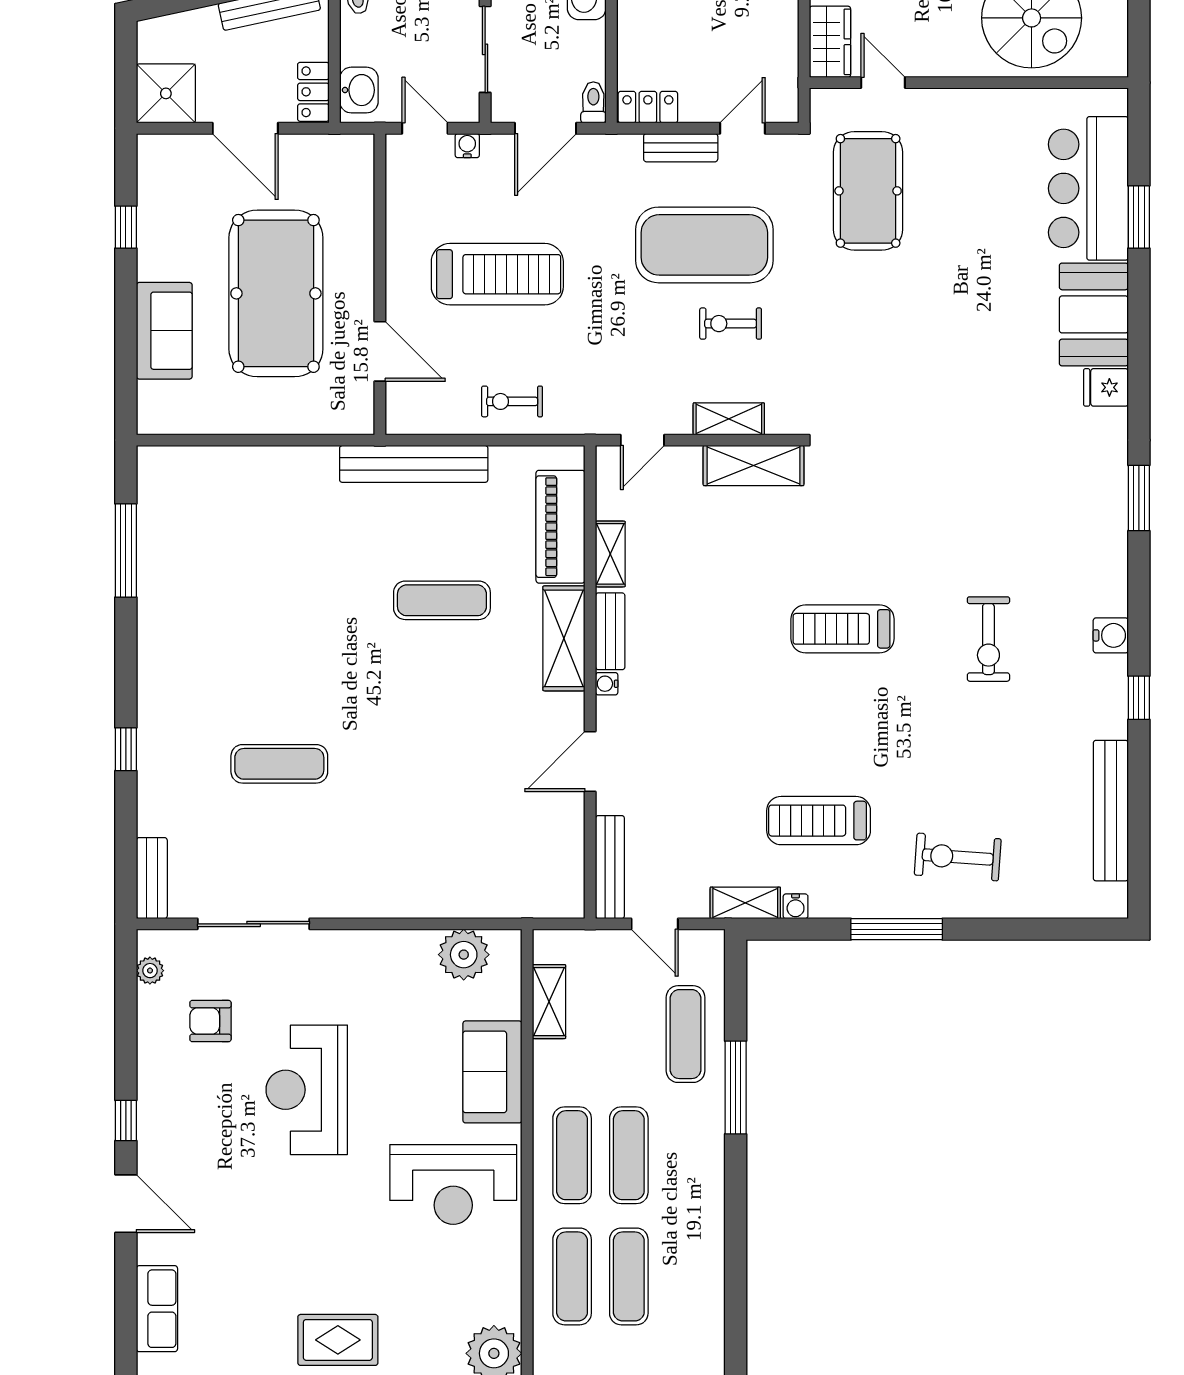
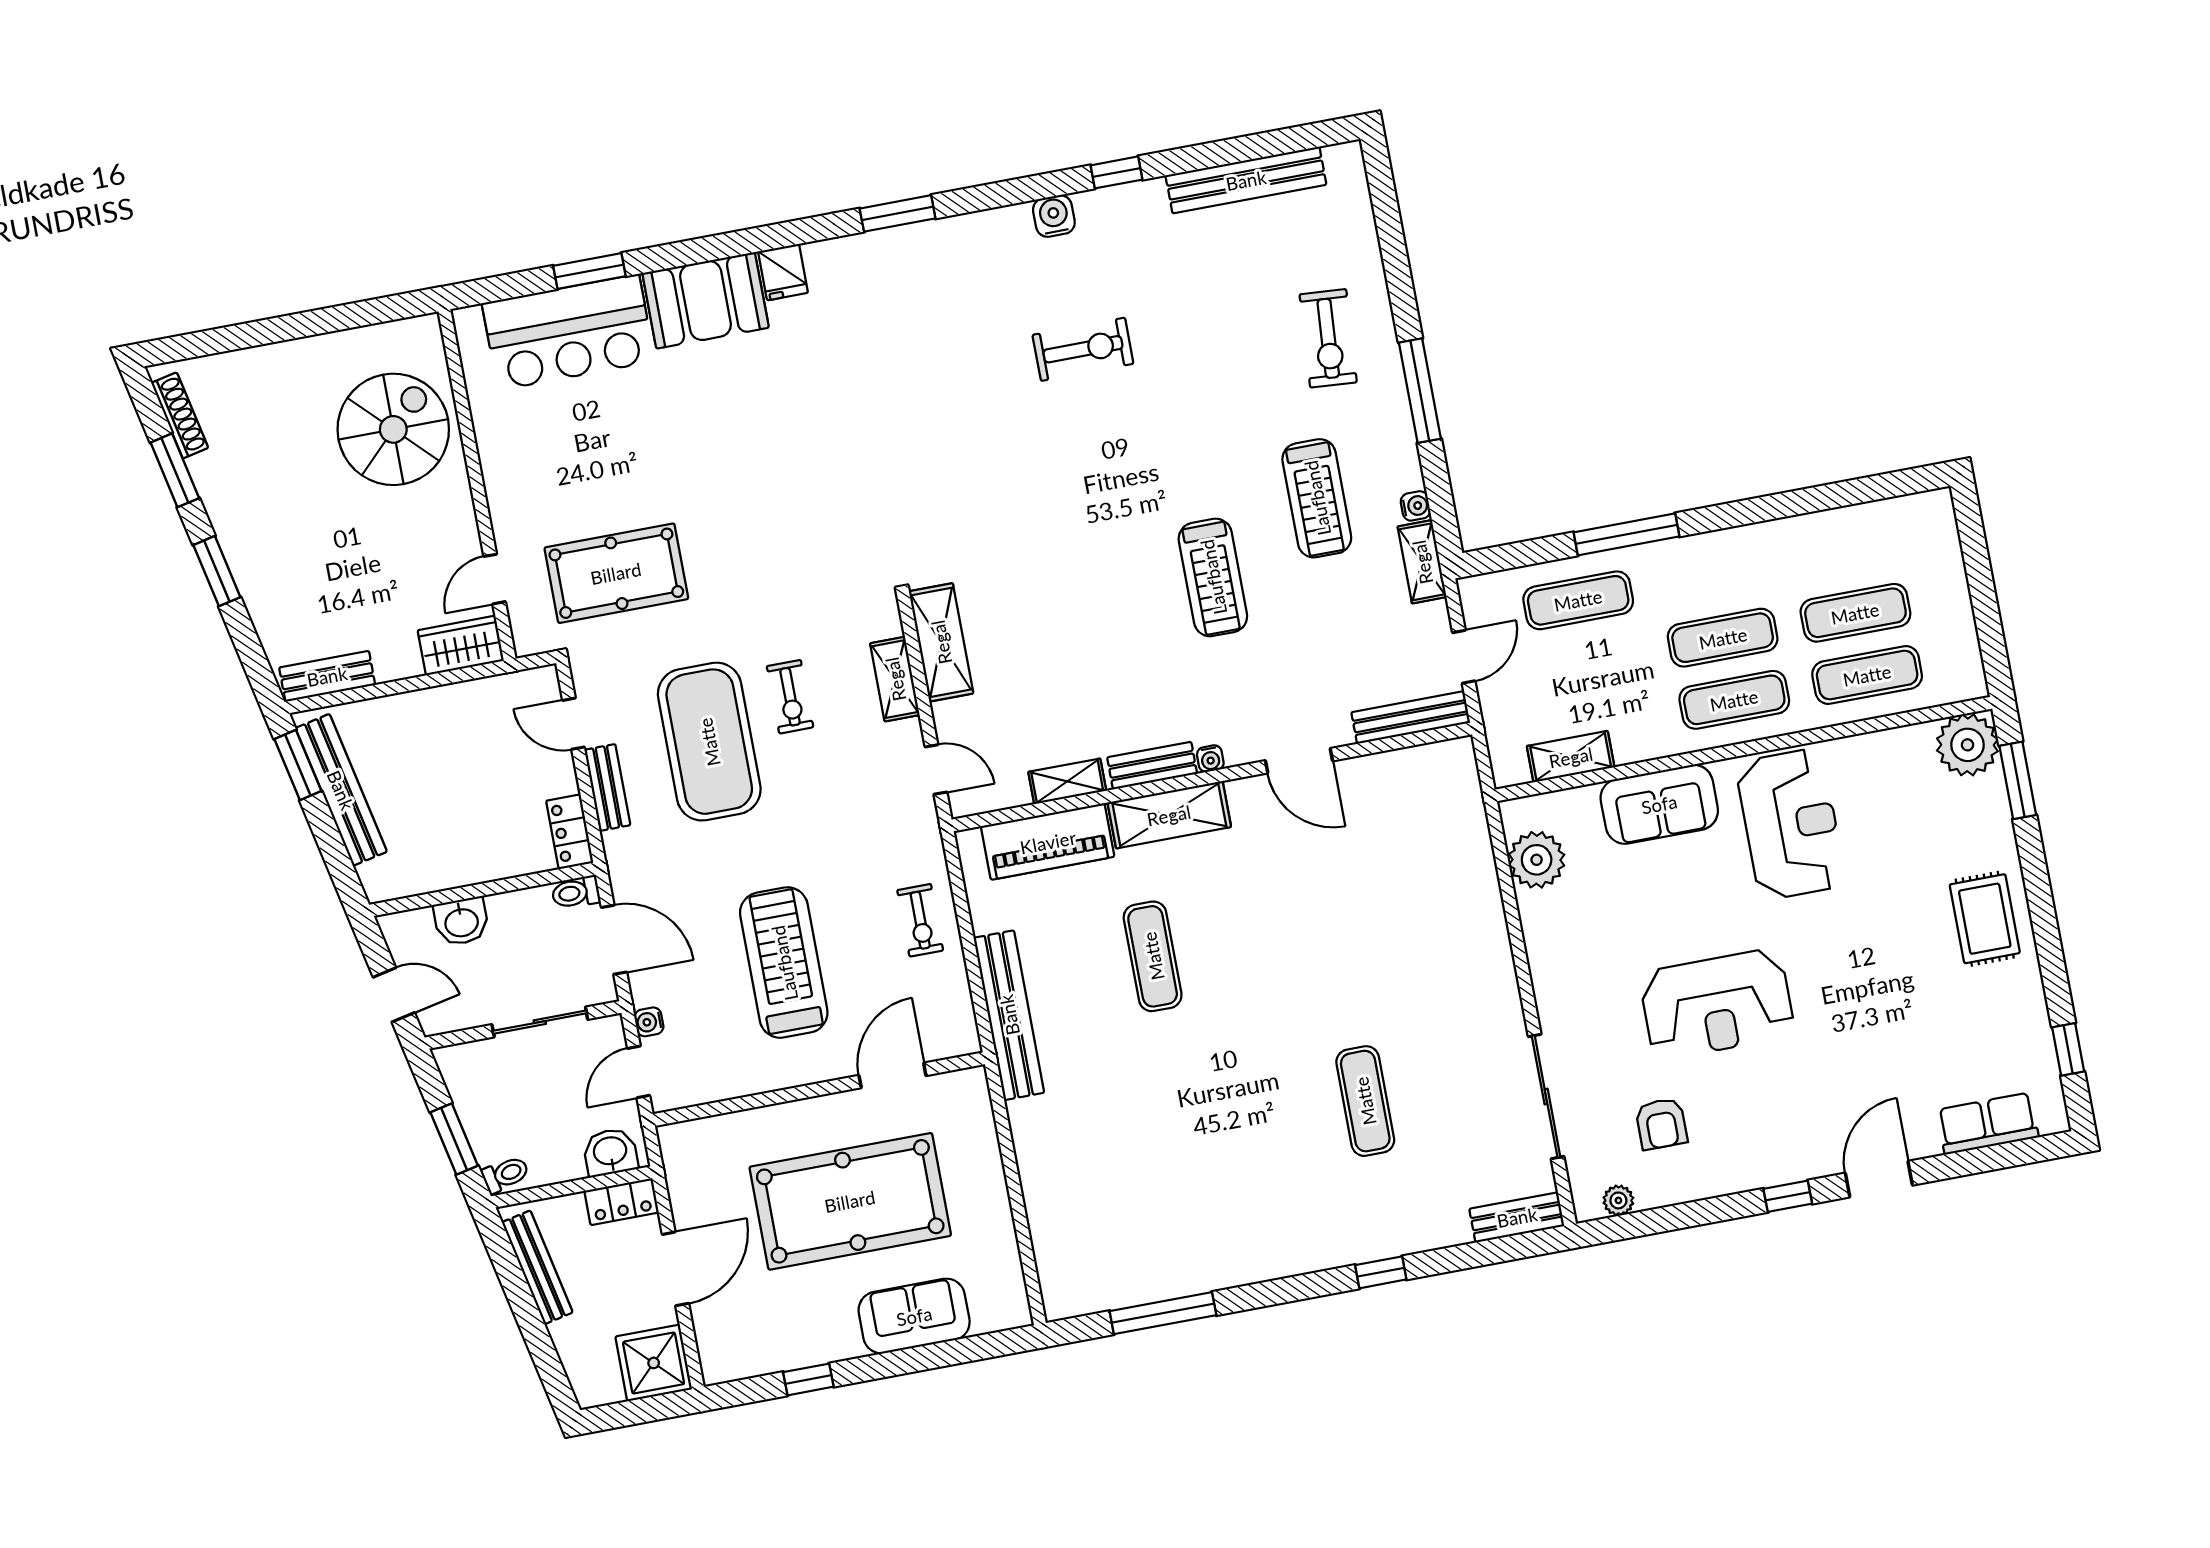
treadmill: (843, 629) -> (1213, 577), moved

